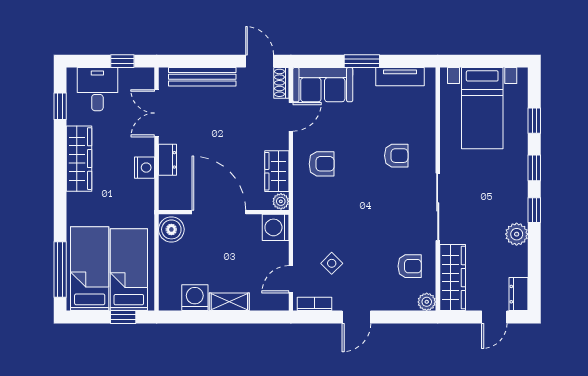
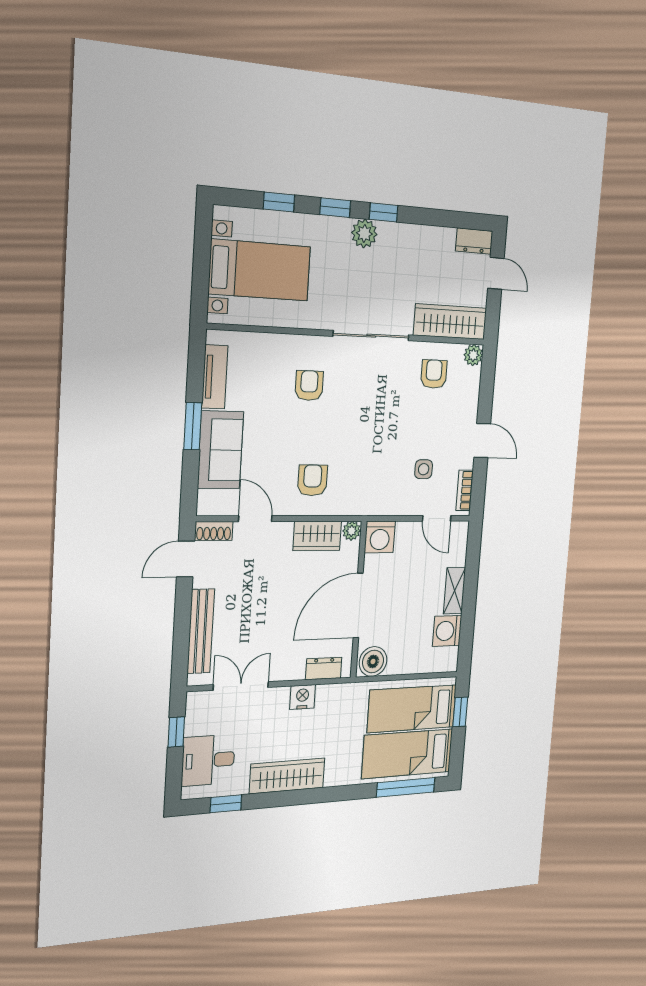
sofa: (323, 85) -> (221, 450), moved
double door: (157, 113) -> (241, 686), swing flipped
dresser: (167, 160) -> (324, 668), moved
plant: (517, 234) -> (364, 233), moved
side table: (332, 263) -> (424, 469), turned 45

